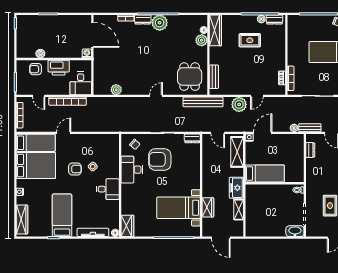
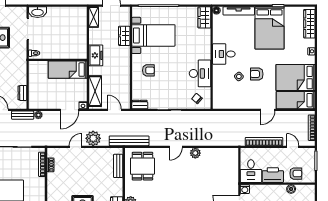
desk: (81, 83) -> (251, 171), moved, turned 180
plant: (116, 90) -> (195, 153), moved
armchair: (160, 159) -> (148, 70), moved, width x0.53, depth x0.53
shelving: (239, 210) -> (94, 17), moved
bed: (62, 215) -> (269, 28), width x1.50

